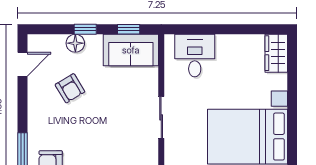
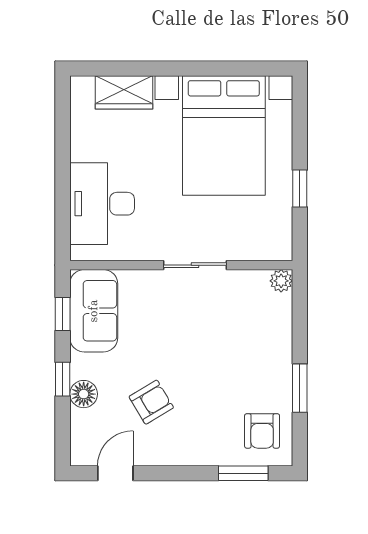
wardrobe: (276, 53) -> (124, 92), moved
desk: (195, 56) -> (102, 204), width x1.37
door: (23, 64) -> (115, 473), hinge flipped

